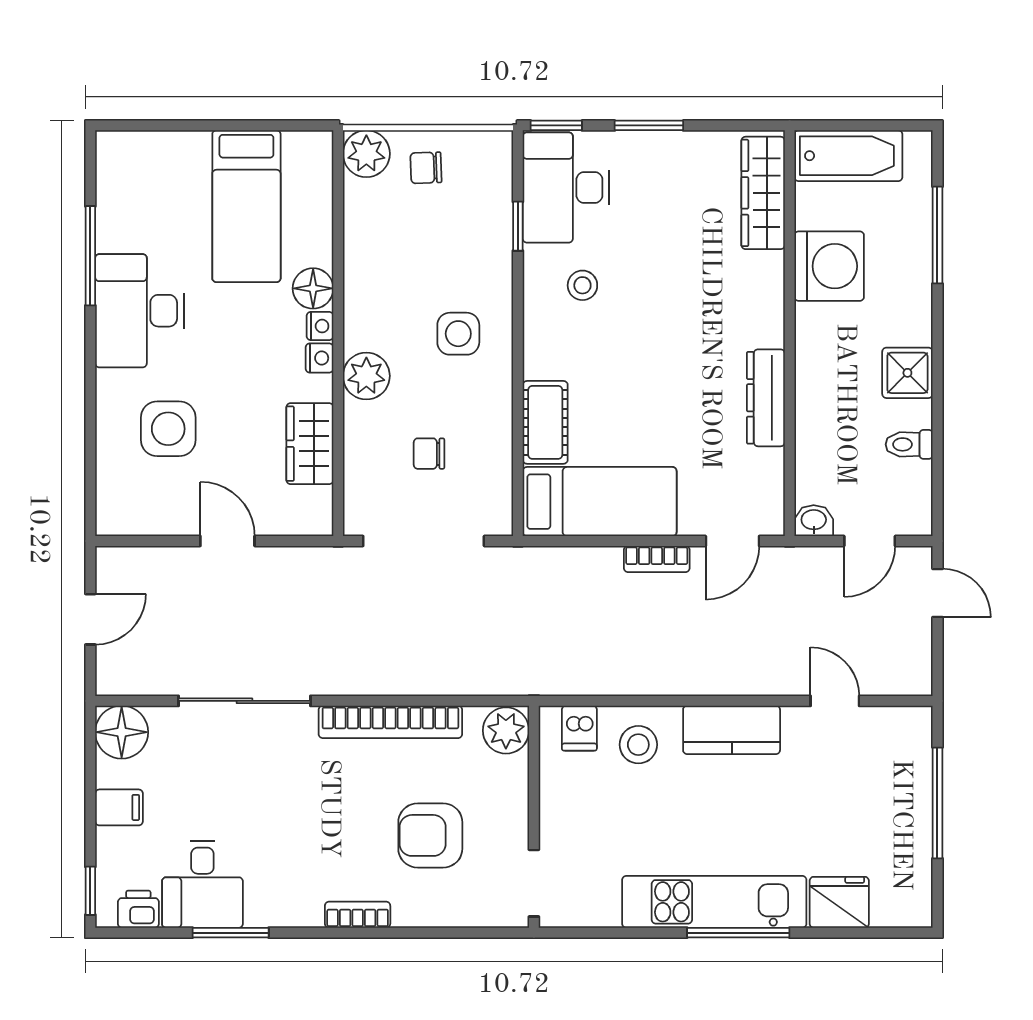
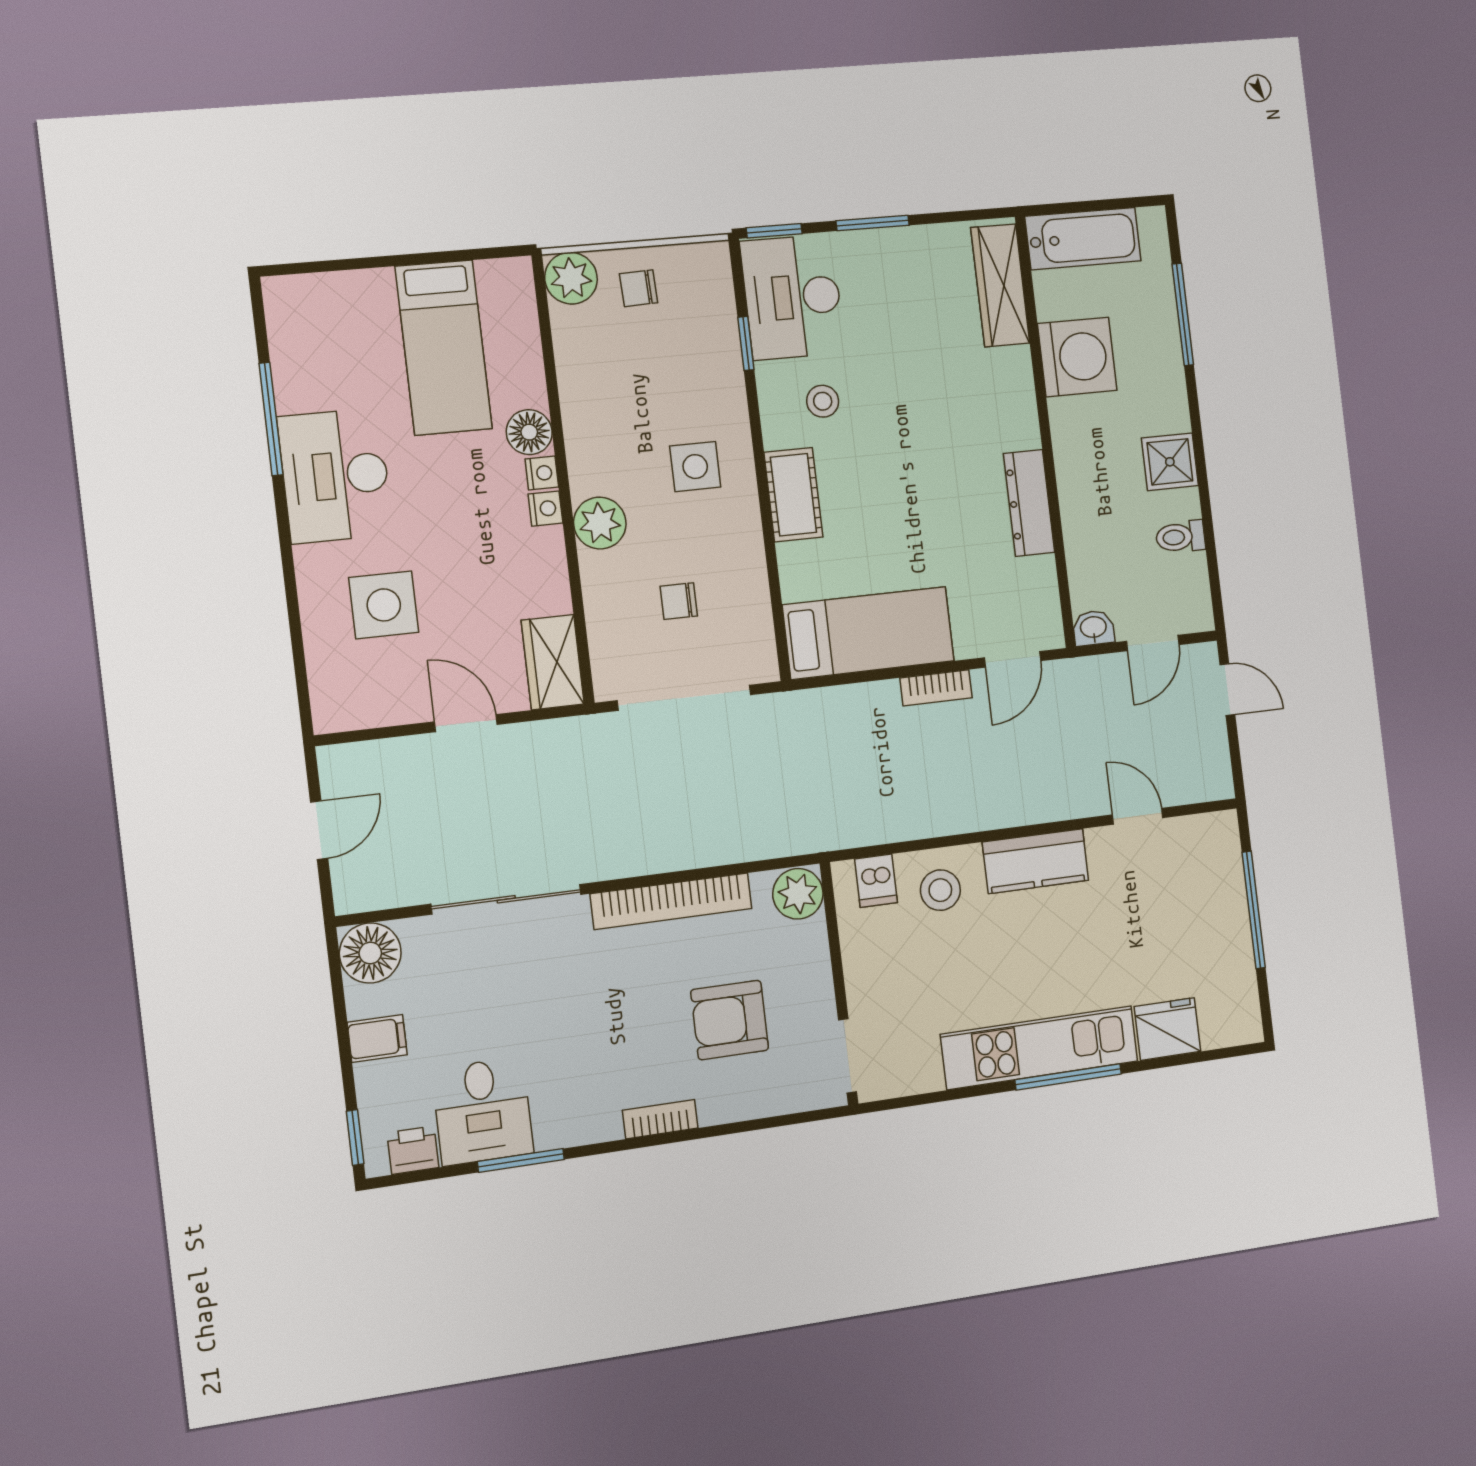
cot: (545, 422) -> (793, 495), moved
wardrobe: (310, 444) -> (553, 662), moved

